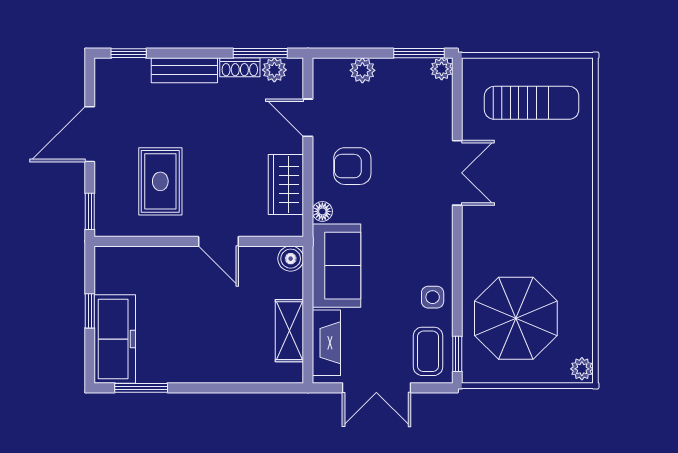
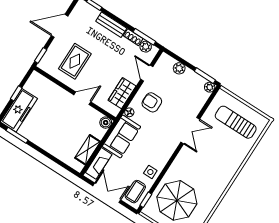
sun lounger: (532, 103) -> (236, 122), turned 180
door: (218, 241) -> (82, 98), swing flipped
double door: (376, 388) -> (107, 193), swing flipped

